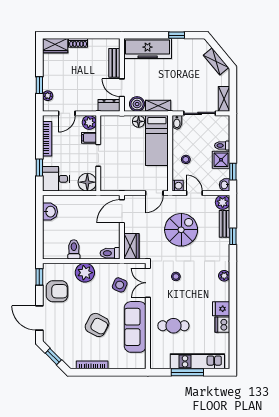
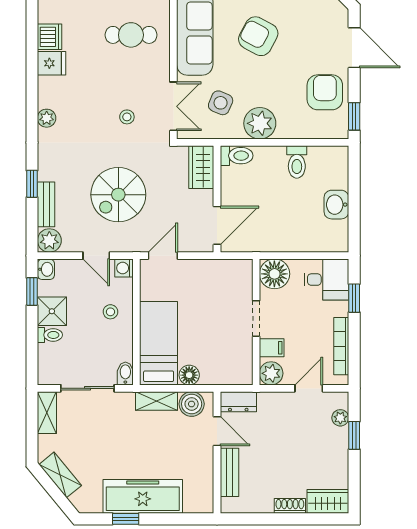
freezer: (148, 48) -> (143, 496), moved
washbasin: (50, 212) -> (336, 205), moved
plant: (85, 273) -> (260, 123), moved
armchair: (57, 291) -> (325, 92), turned 90

